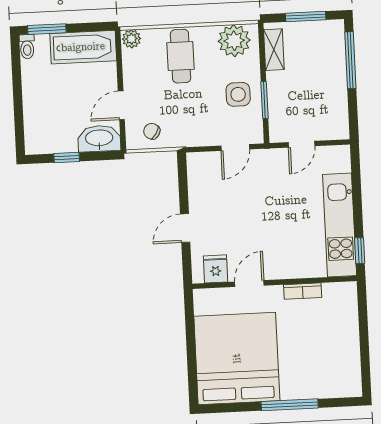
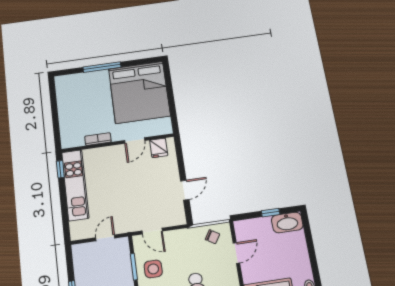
washbasin: (99, 139) -> (287, 222), moved
door: (235, 147) -> (152, 231), swing flipped
door: (185, 228) -> (185, 190), moved

